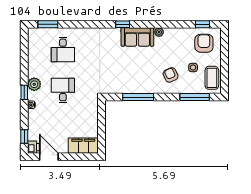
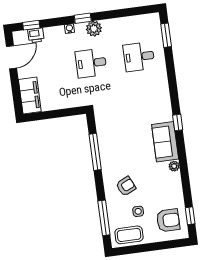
desk: (63, 90) -> (91, 63), turned 180
printer: (33, 147) -> (36, 35), moved

